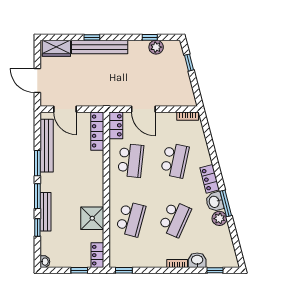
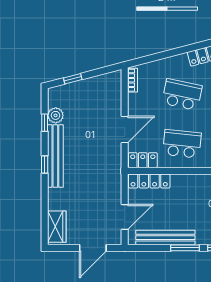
window: (92, 37) -> (45, 165), moved
bench: (100, 47) -> (55, 156), moved

